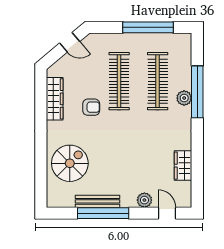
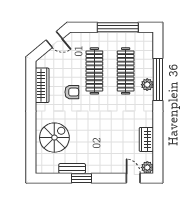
plant: (144, 200) -> (147, 167), moved
bench: (98, 201) -> (72, 168), width x0.73
window: (103, 213) -> (82, 178), width x0.47

